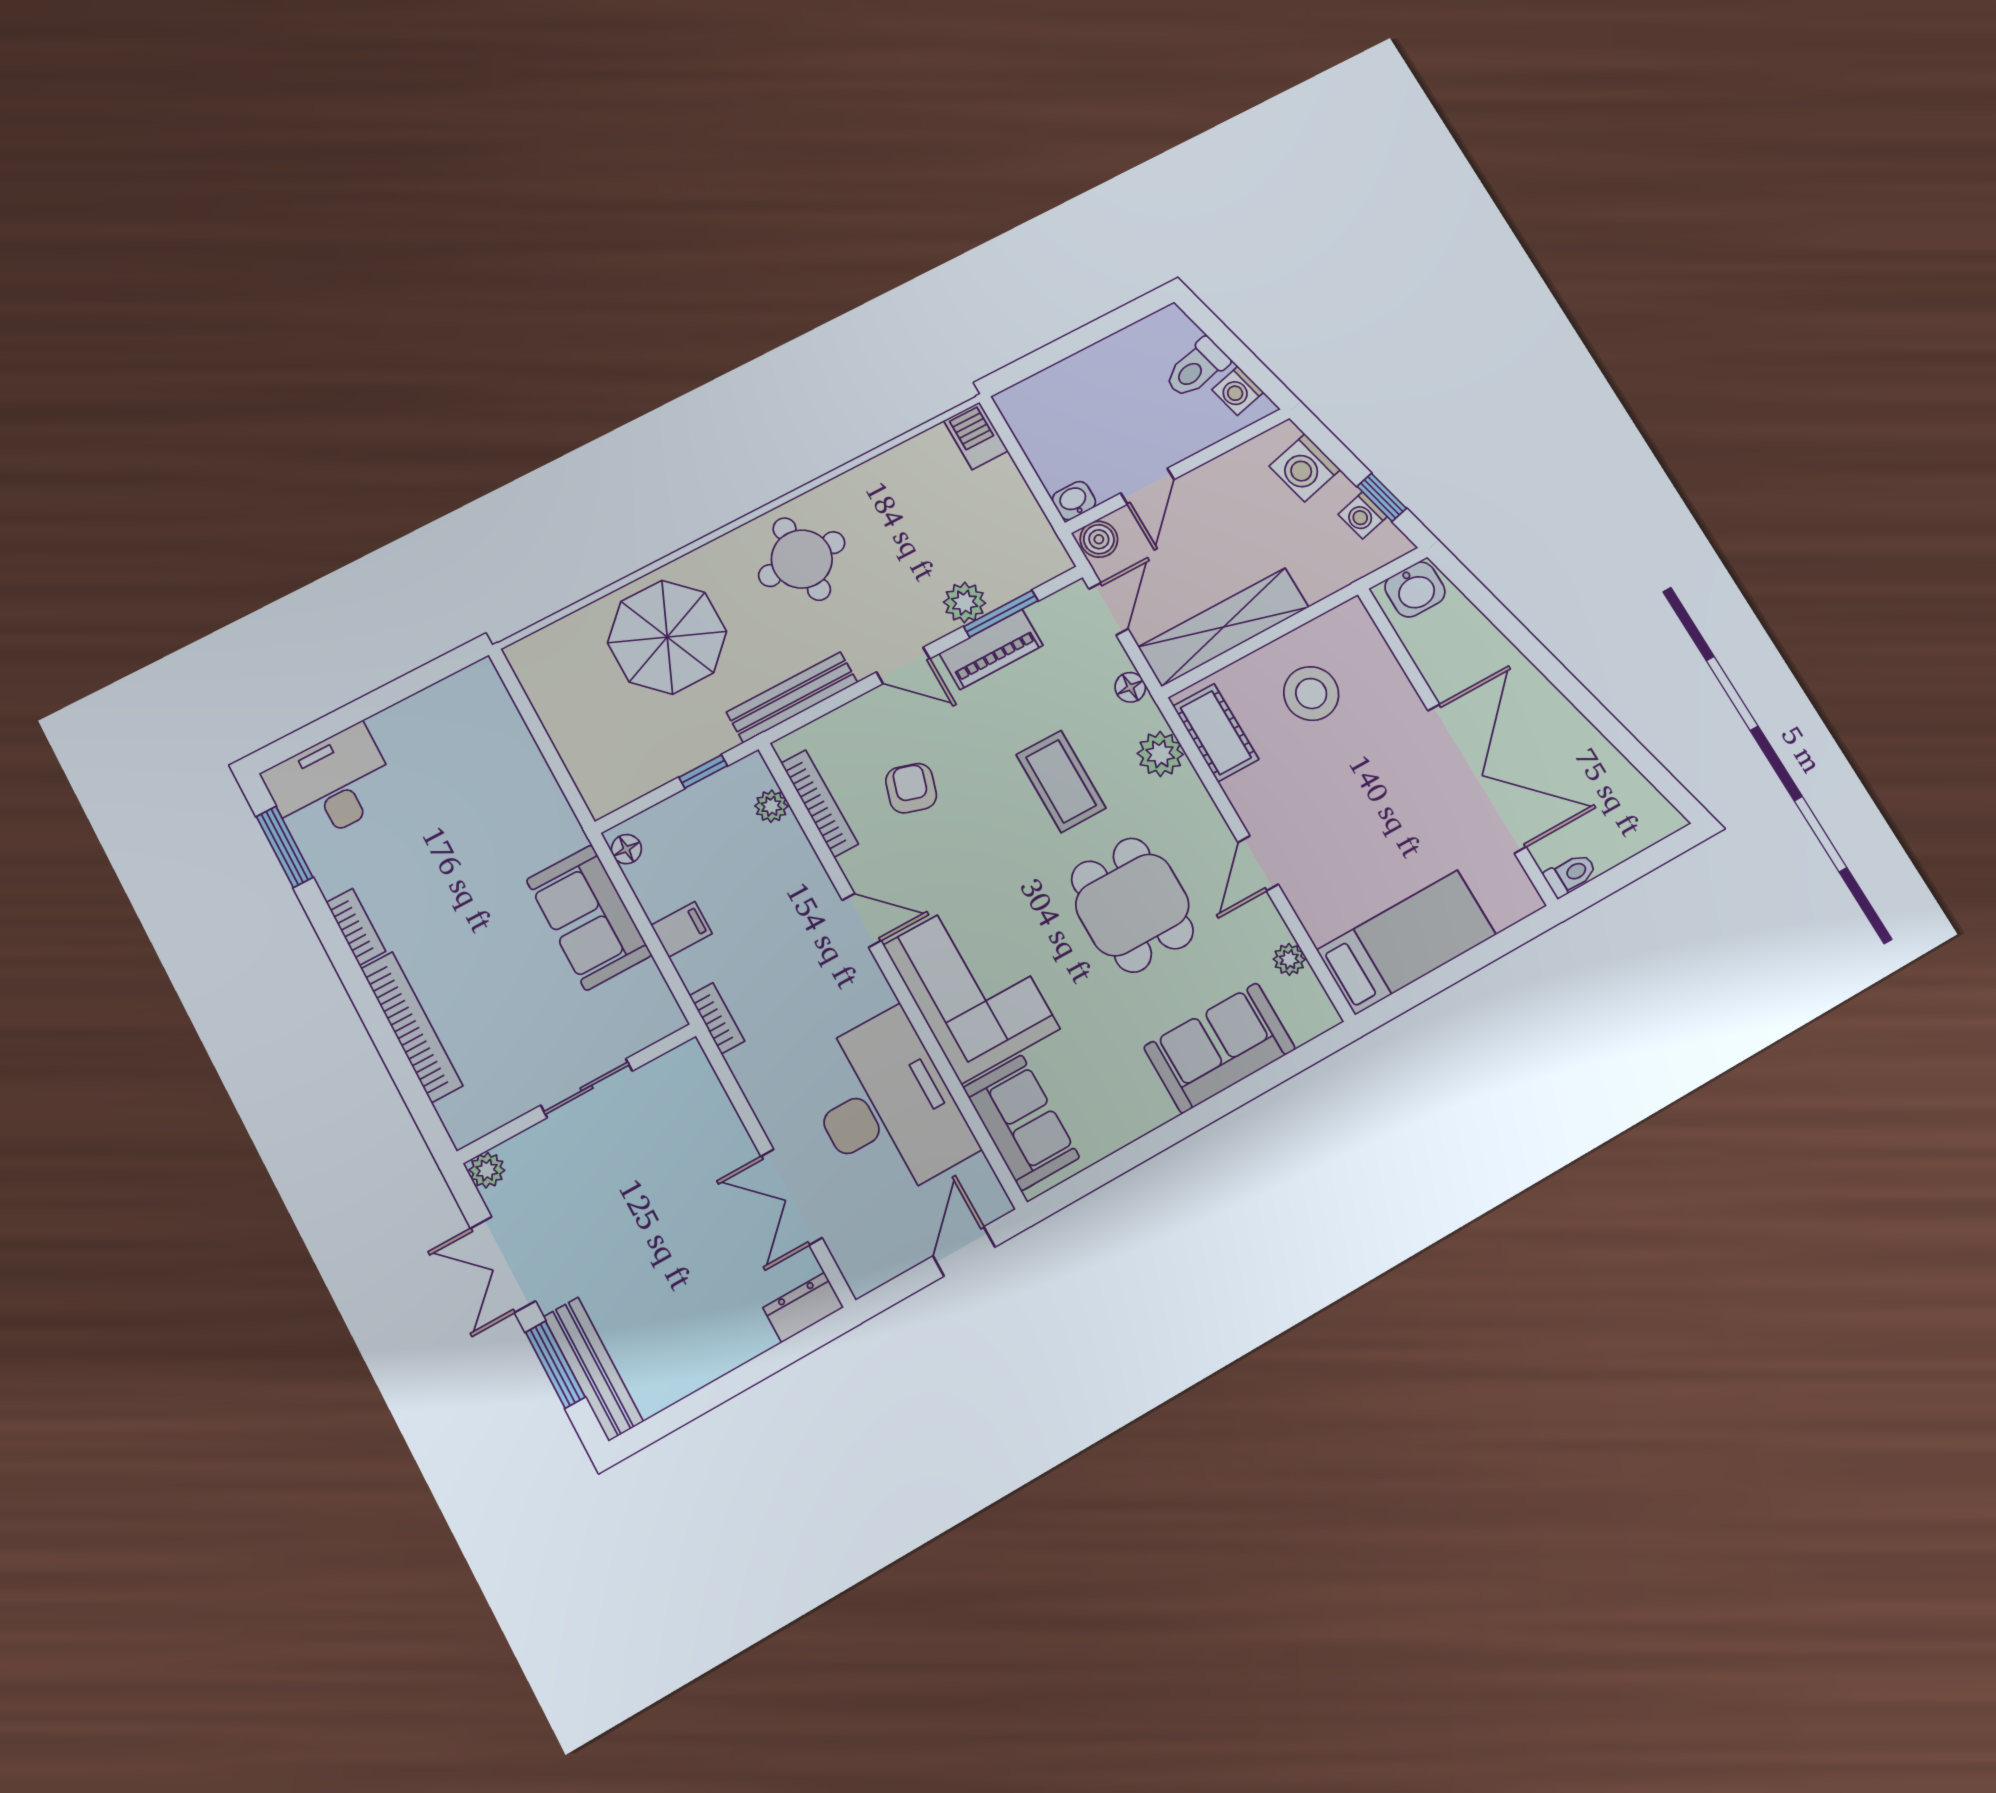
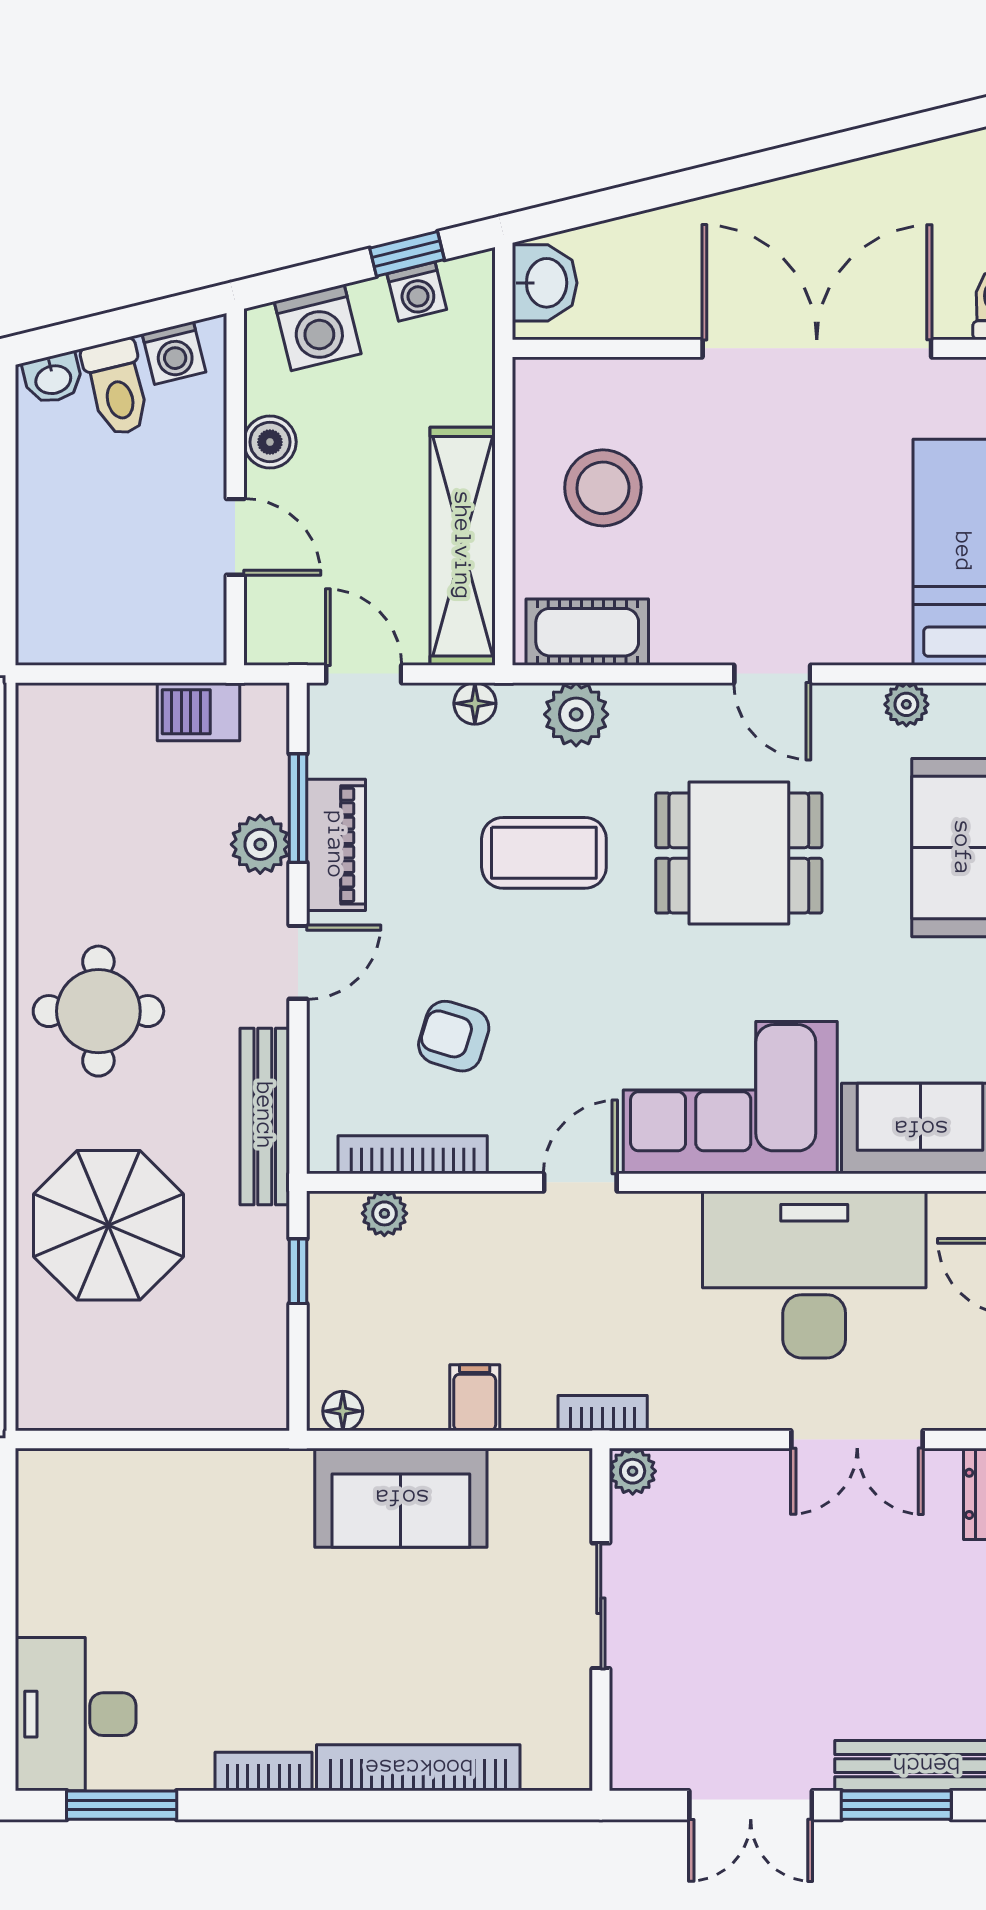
barbecue: (976, 436) -> (199, 712), moved
washbasin: (1074, 501) -> (53, 378), moved, turned -104
boiler: (1099, 539) -> (270, 442), moved
plant: (487, 1170) -> (633, 1471), moved

